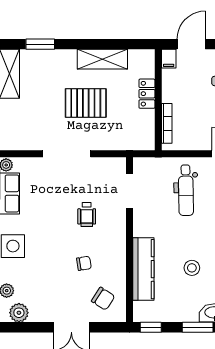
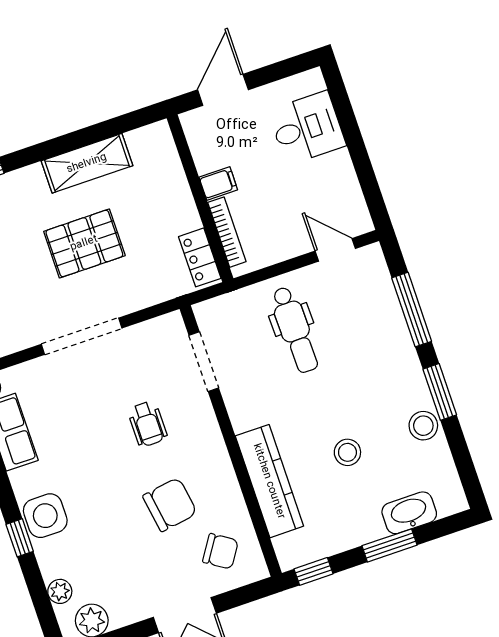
filing cabinet: (169, 59) -> (218, 183), moved, turned -90
locker: (147, 94) -> (200, 257), moved
chair: (84, 263) -> (170, 505), width x1.87, depth x1.87

